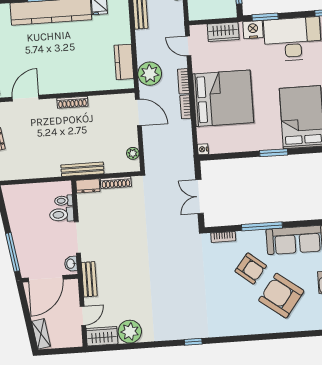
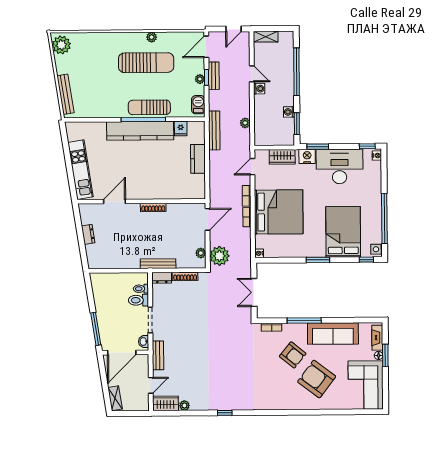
door: (188, 46) -> (252, 167), hinge flipped
kitchen counter: (124, 62) -> (198, 159), moved
plant: (150, 74) -> (219, 256), moved
door: (138, 112) -> (207, 219), hinge flipped
plant: (130, 332) -> (184, 406), width x0.53, depth x0.53
window: (193, 342) -> (225, 413), moved

